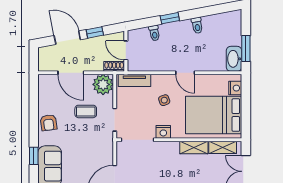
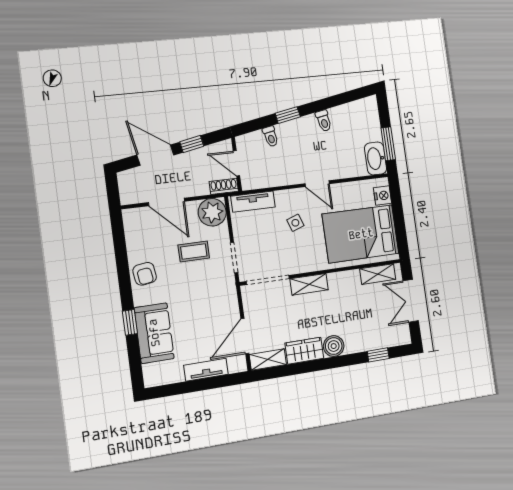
nightstand: (163, 132) -> (300, 265), removed
shelving: (194, 148) -> (309, 284), moved

